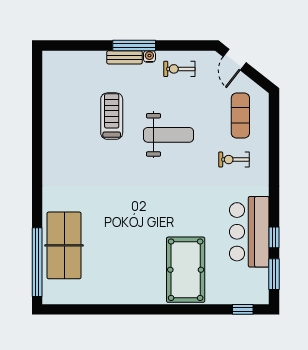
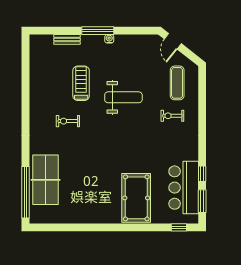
bench: (125, 57) -> (67, 39), moved
exercise bike: (179, 69) -> (68, 121), moved
bar counter: (249, 232) -> (184, 188), moved

